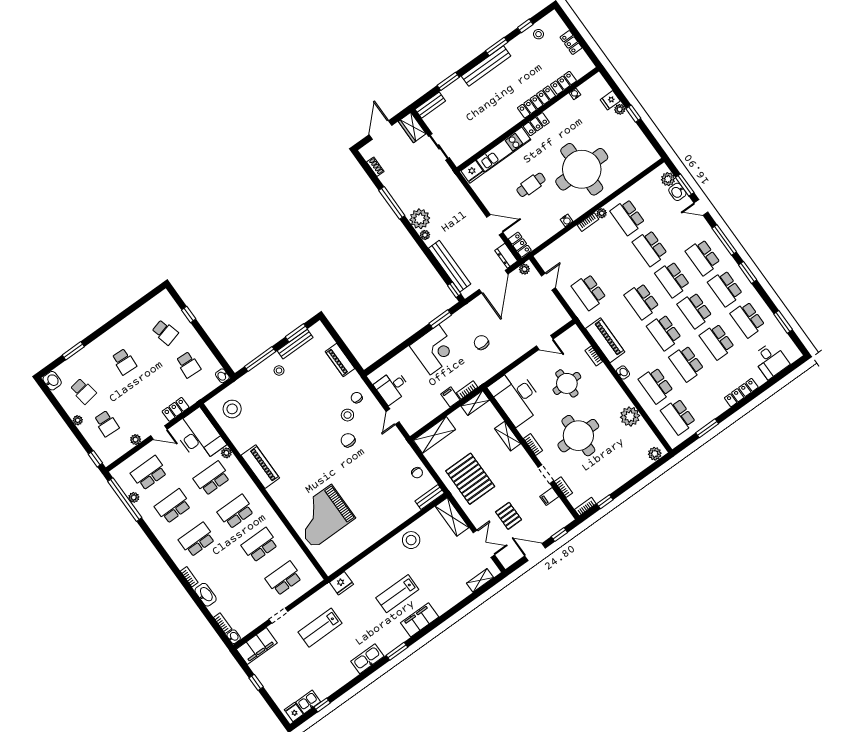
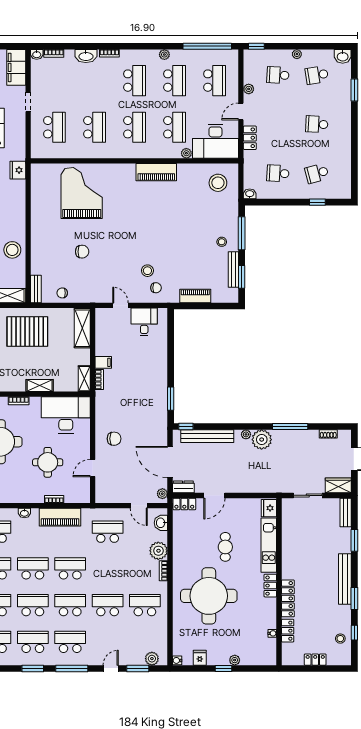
fridge: (610, 100) -> (200, 658), moved
washbasin: (677, 192) -> (161, 523), moved, turned -90
plant: (602, 213) -> (158, 551), moved, width x1.88, depth x1.88
water cooler: (567, 220) -> (177, 660), moved
chair: (481, 342) -> (114, 439), moved
corner desk: (435, 350) -> (150, 377), removed
chair: (348, 440) -> (82, 252), moved
plant: (134, 497) -> (164, 55), moved

